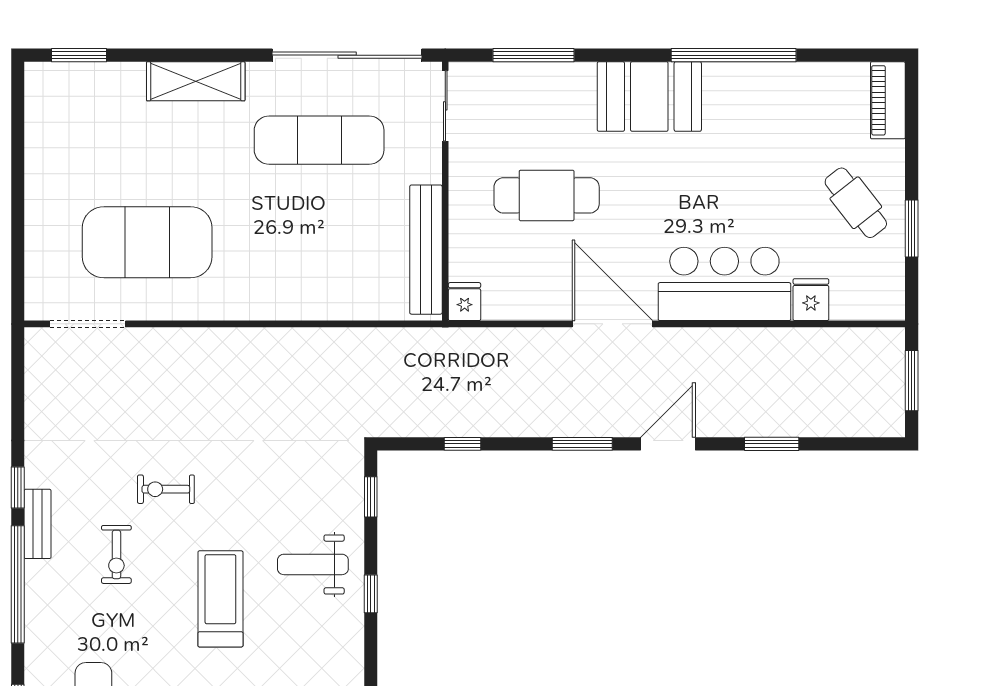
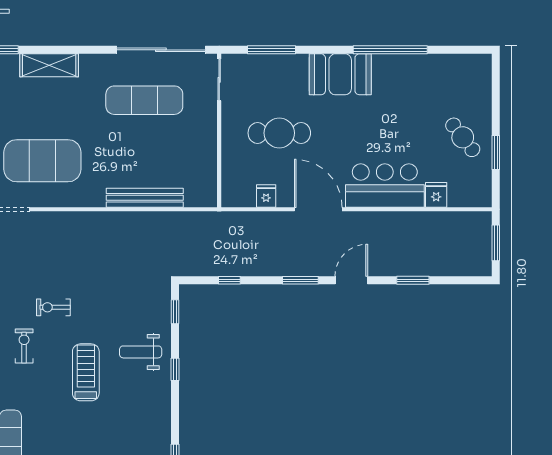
shelving: (196, 81) -> (49, 65), moved
piano: (888, 100) -> (482, 77), removed
bench: (426, 250) -> (145, 198), moved, turned 90
fridge: (465, 302) -> (266, 196), moved
exercise bike: (116, 554) -> (24, 346), turned 180

